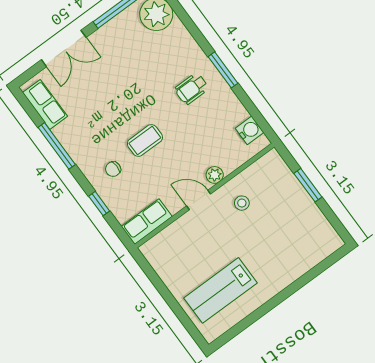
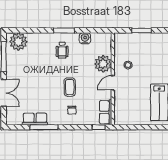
row of seats: (45, 104) -> (35, 119), moved
water cooler: (249, 130) -> (85, 38), moved
plant: (215, 175) -> (103, 64), width x1.88, depth x1.88
window: (99, 204) -> (99, 127), moved

